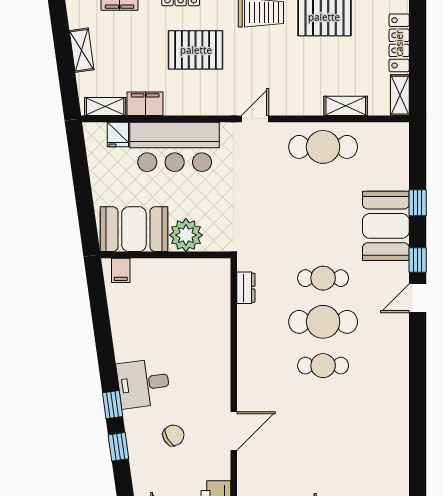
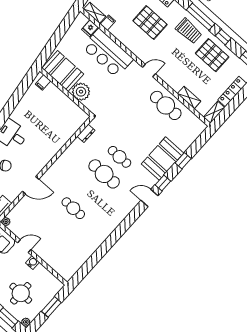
filing cabinet: (145, 104) -> (108, 23), width x0.50
cafe table: (323, 366) -> (73, 208), moved

